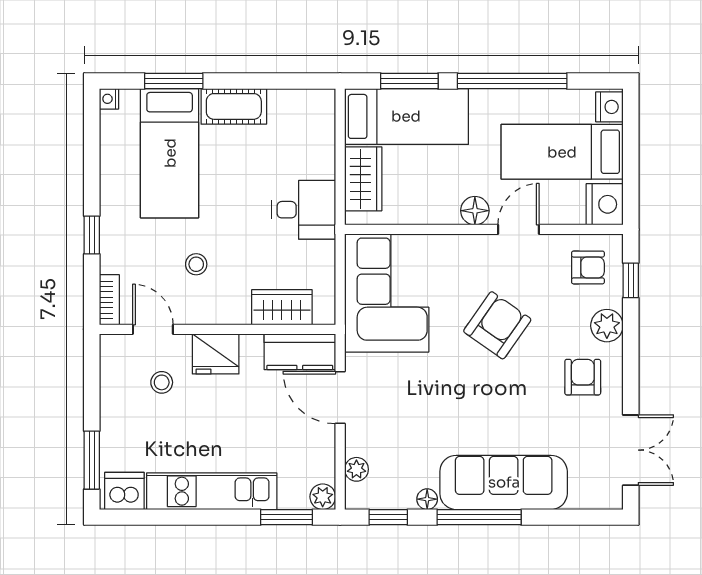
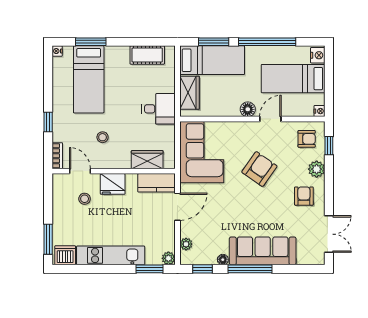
cot: (234, 106) -> (147, 55), moved
nightstand: (605, 204) -> (320, 111), width x0.53, depth x0.56
door: (340, 398) -> (177, 207), swing flipped

